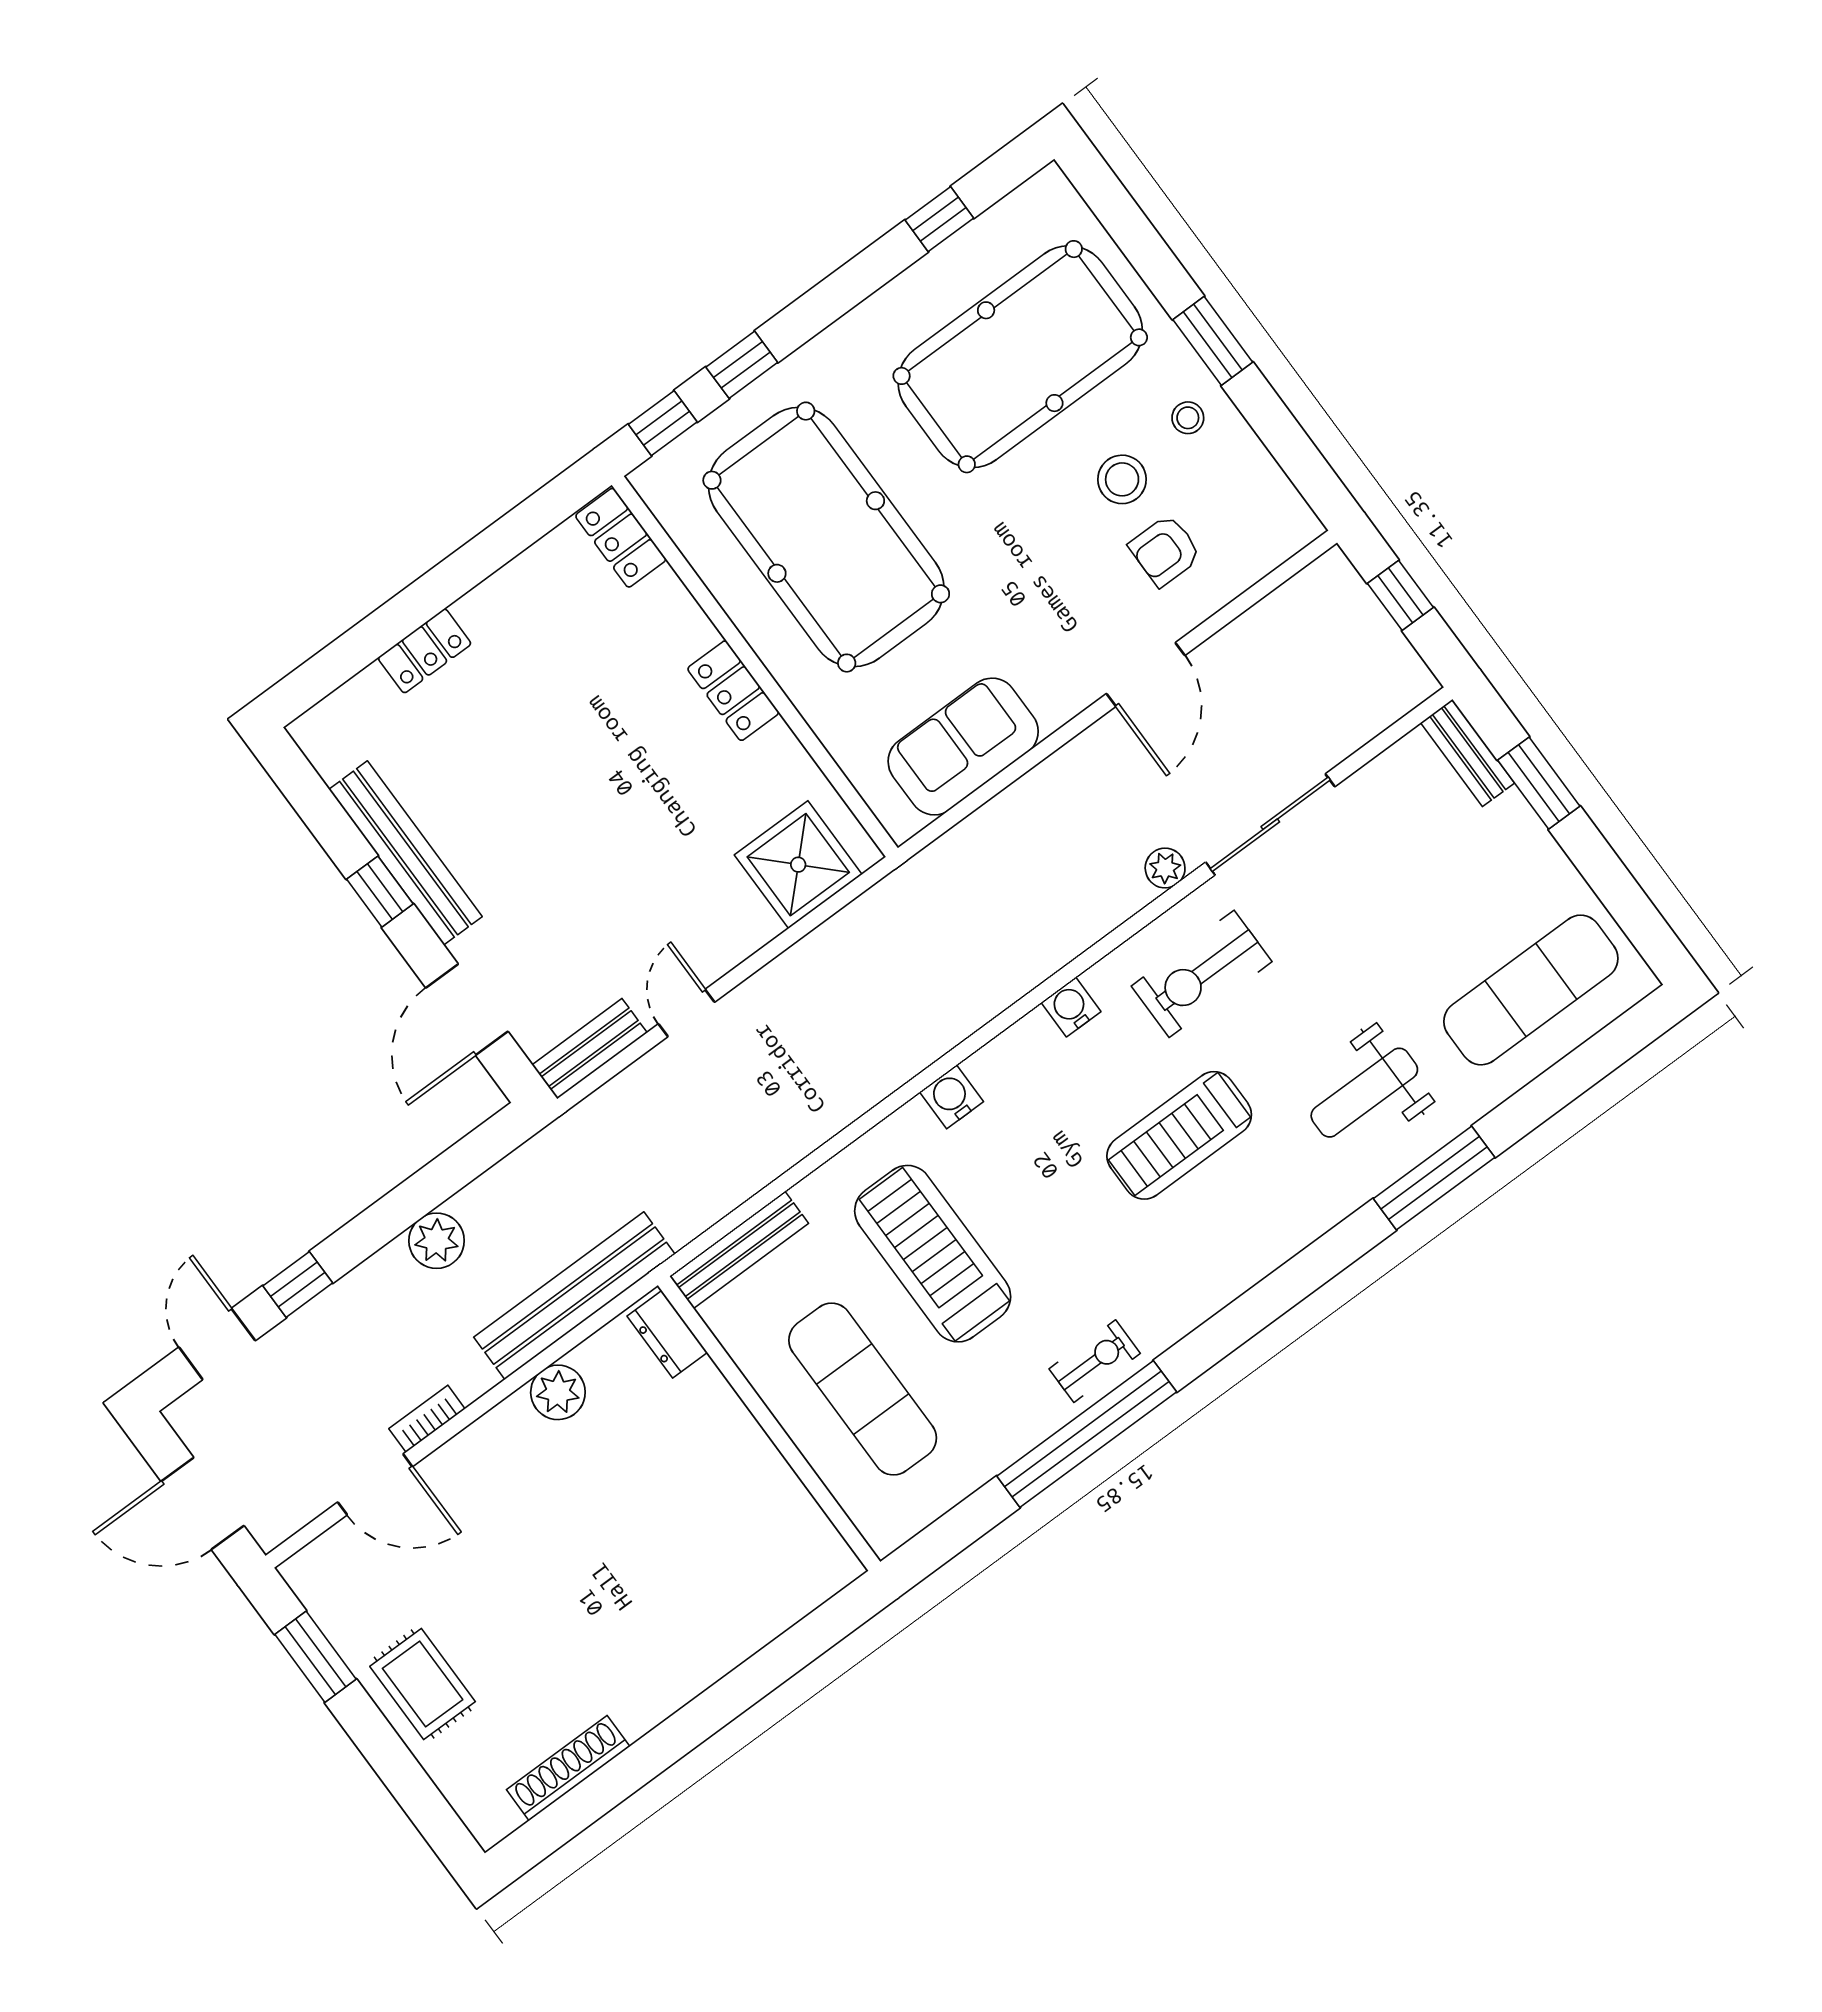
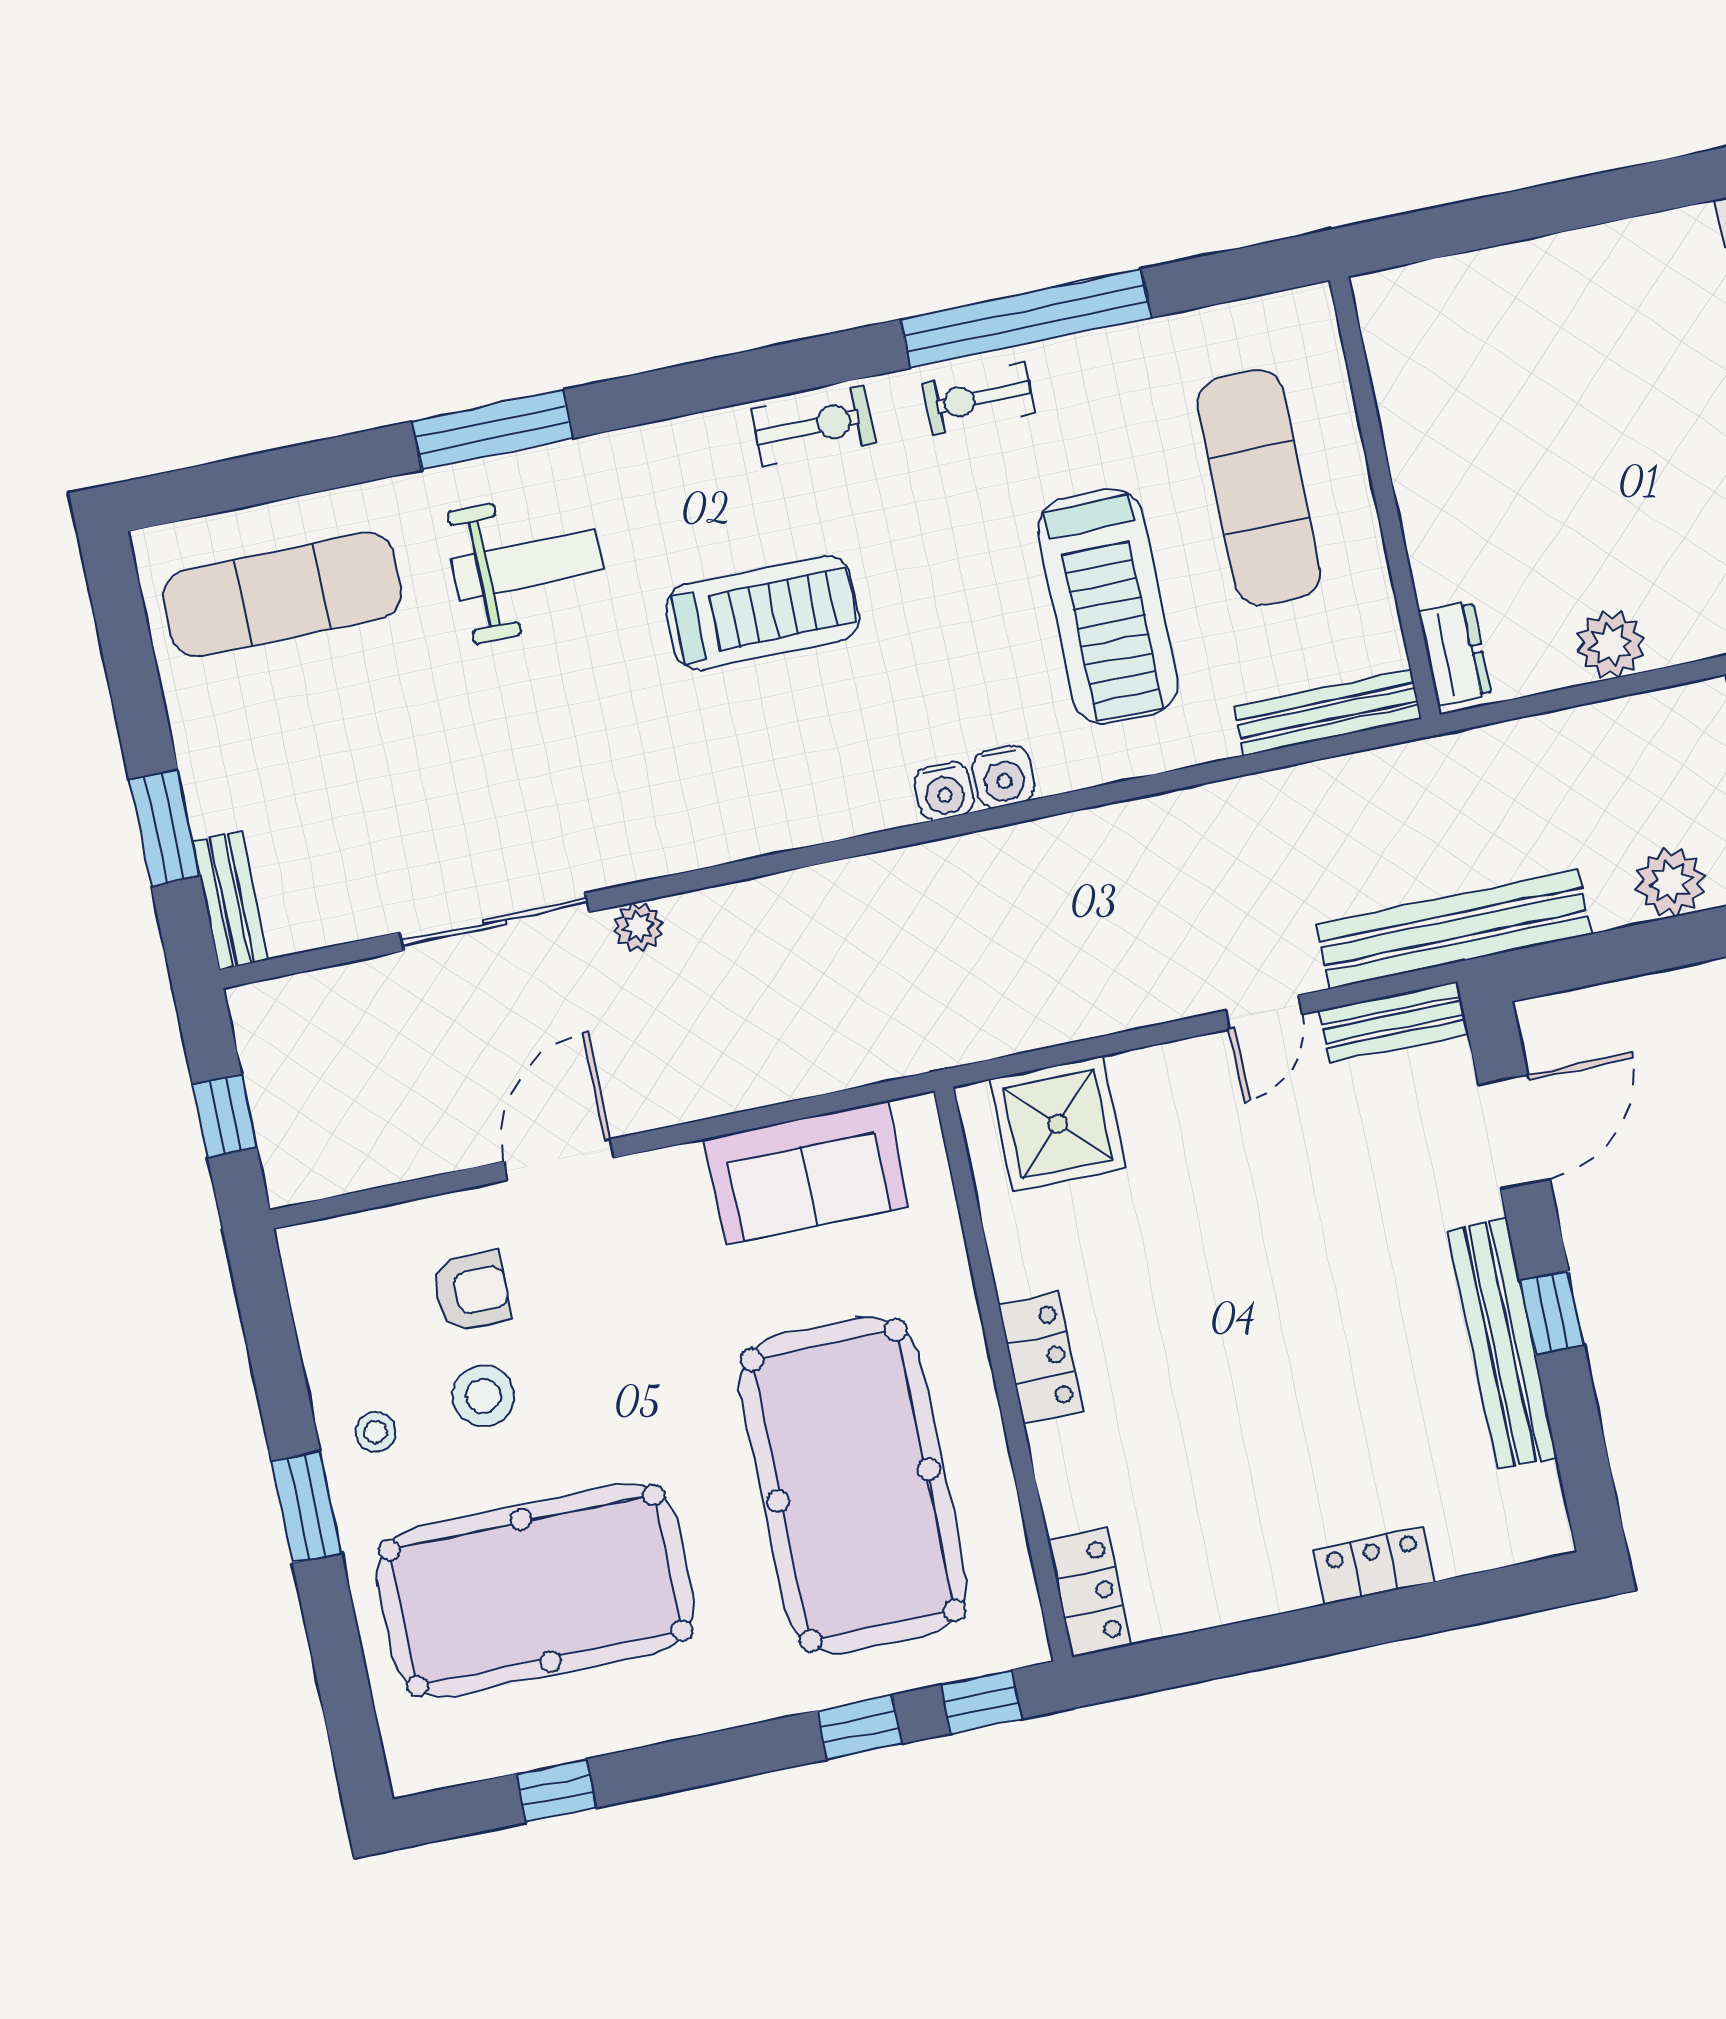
exercise bike: (1202, 974) -> (813, 426), moved, width x0.73, depth x0.72
water cooler: (1071, 1007) -> (944, 791), moved
bench: (574, 1296) -> (1454, 929), moved

